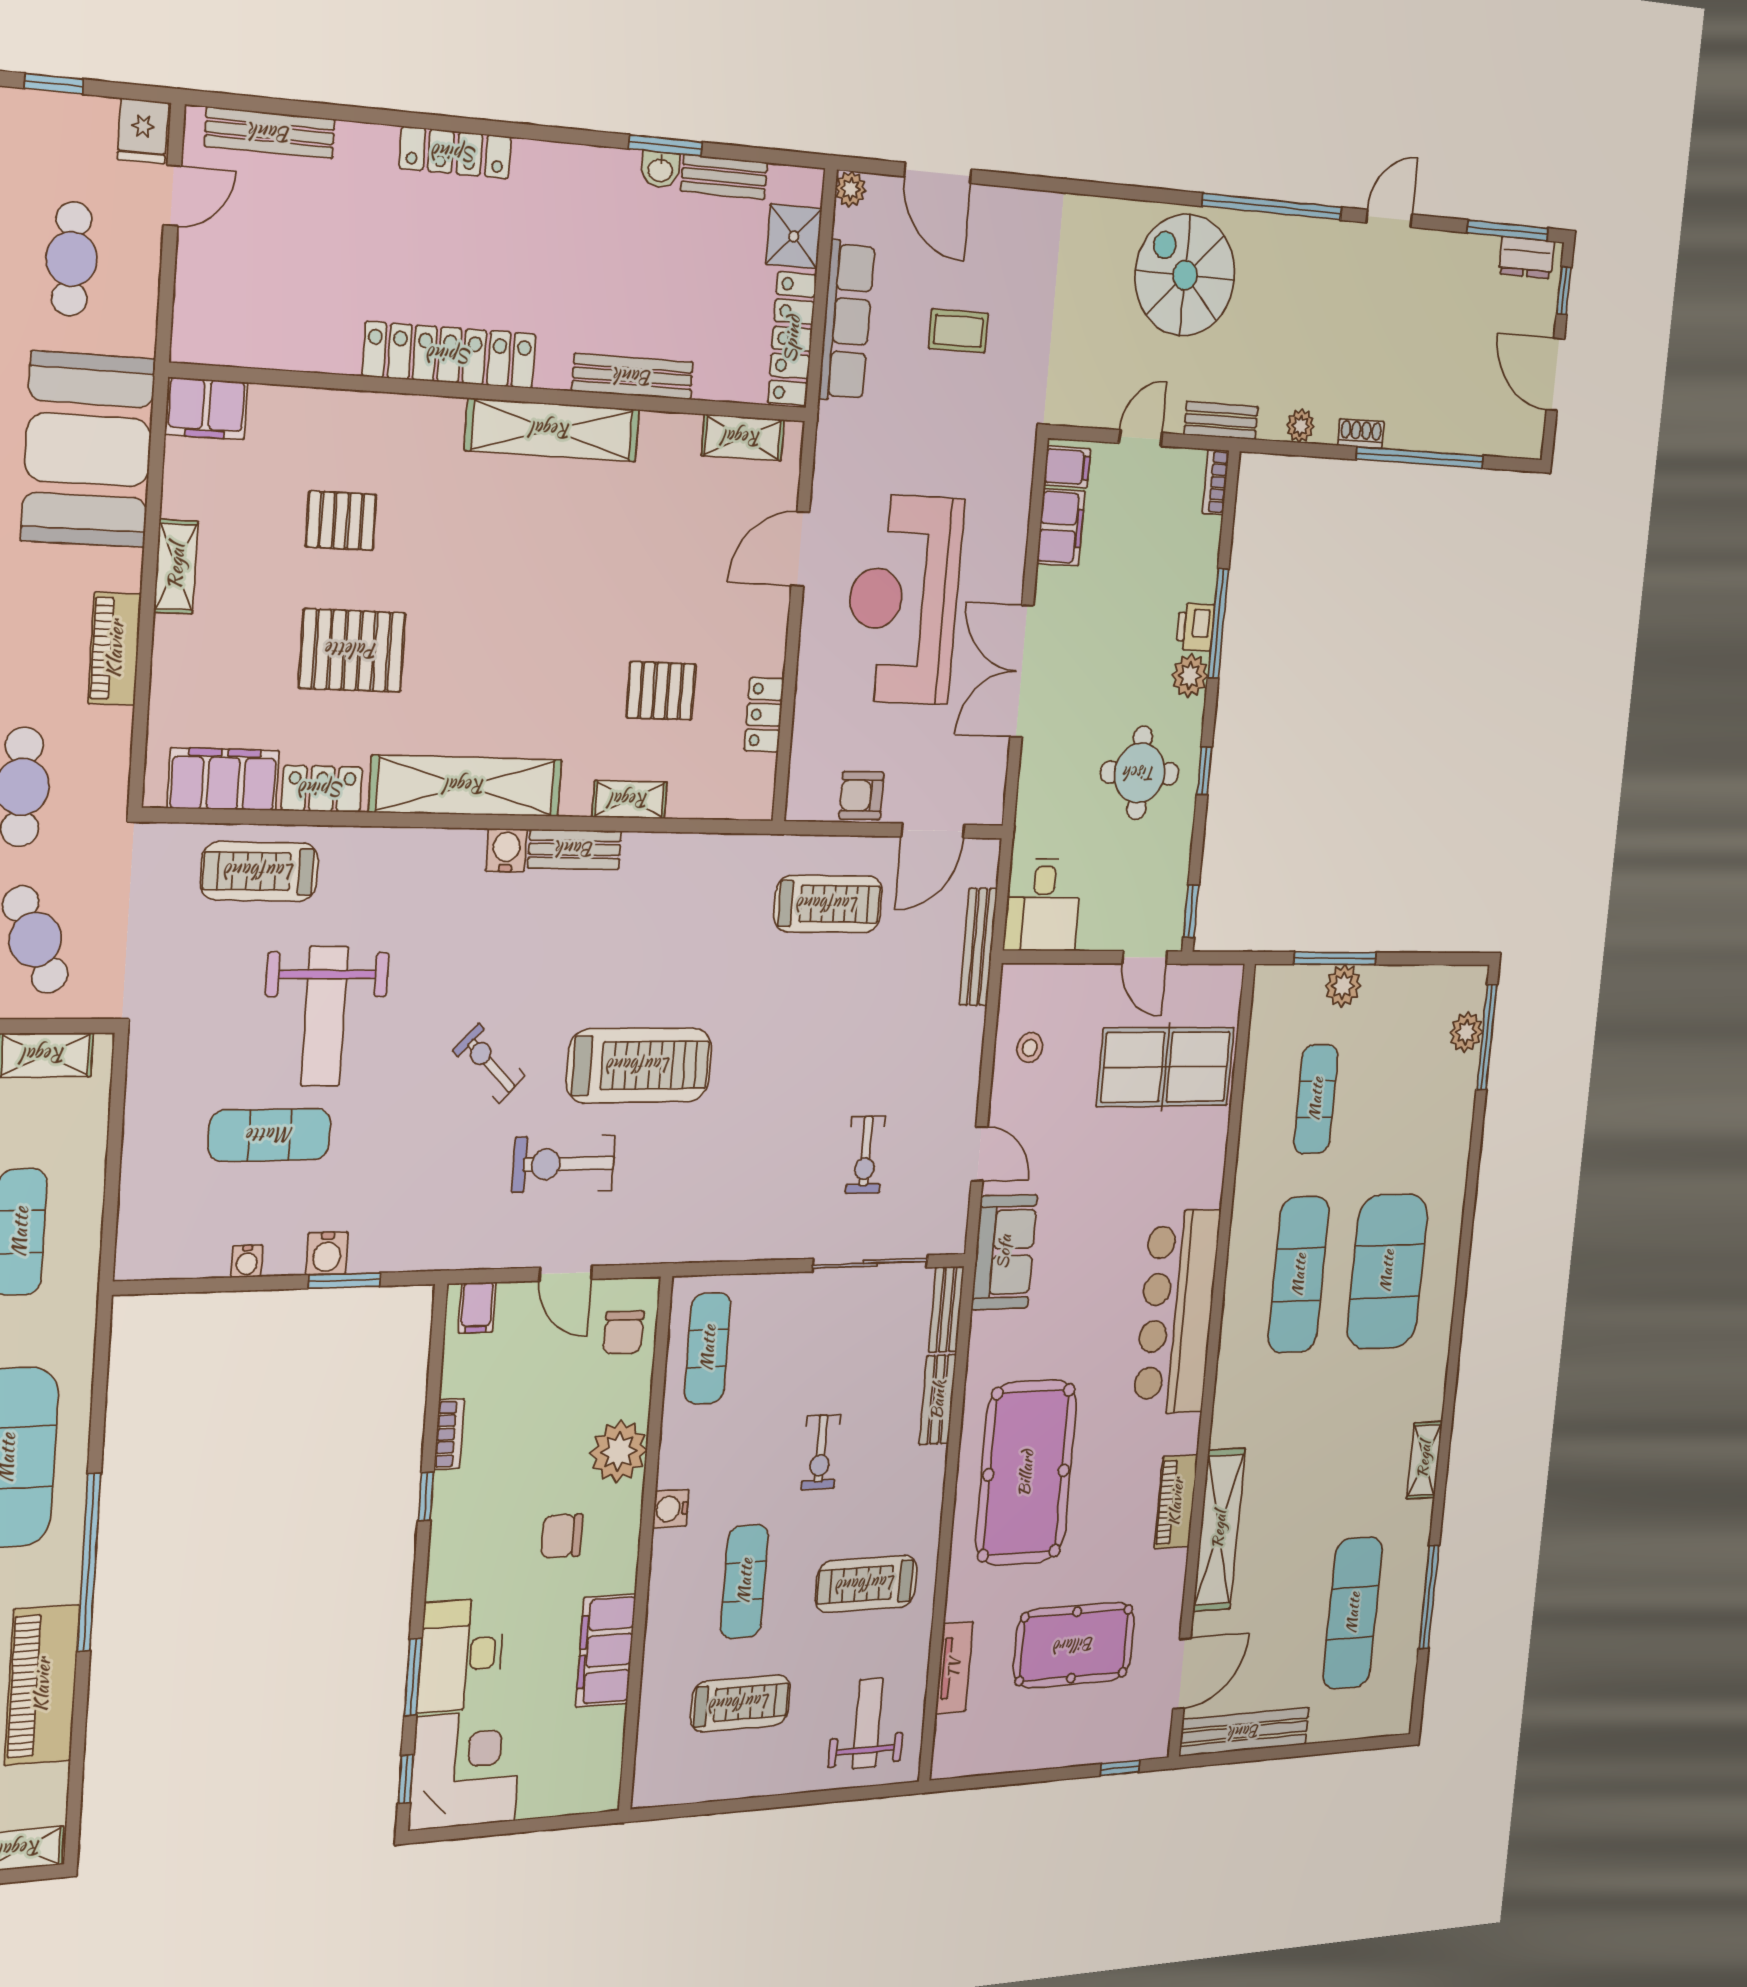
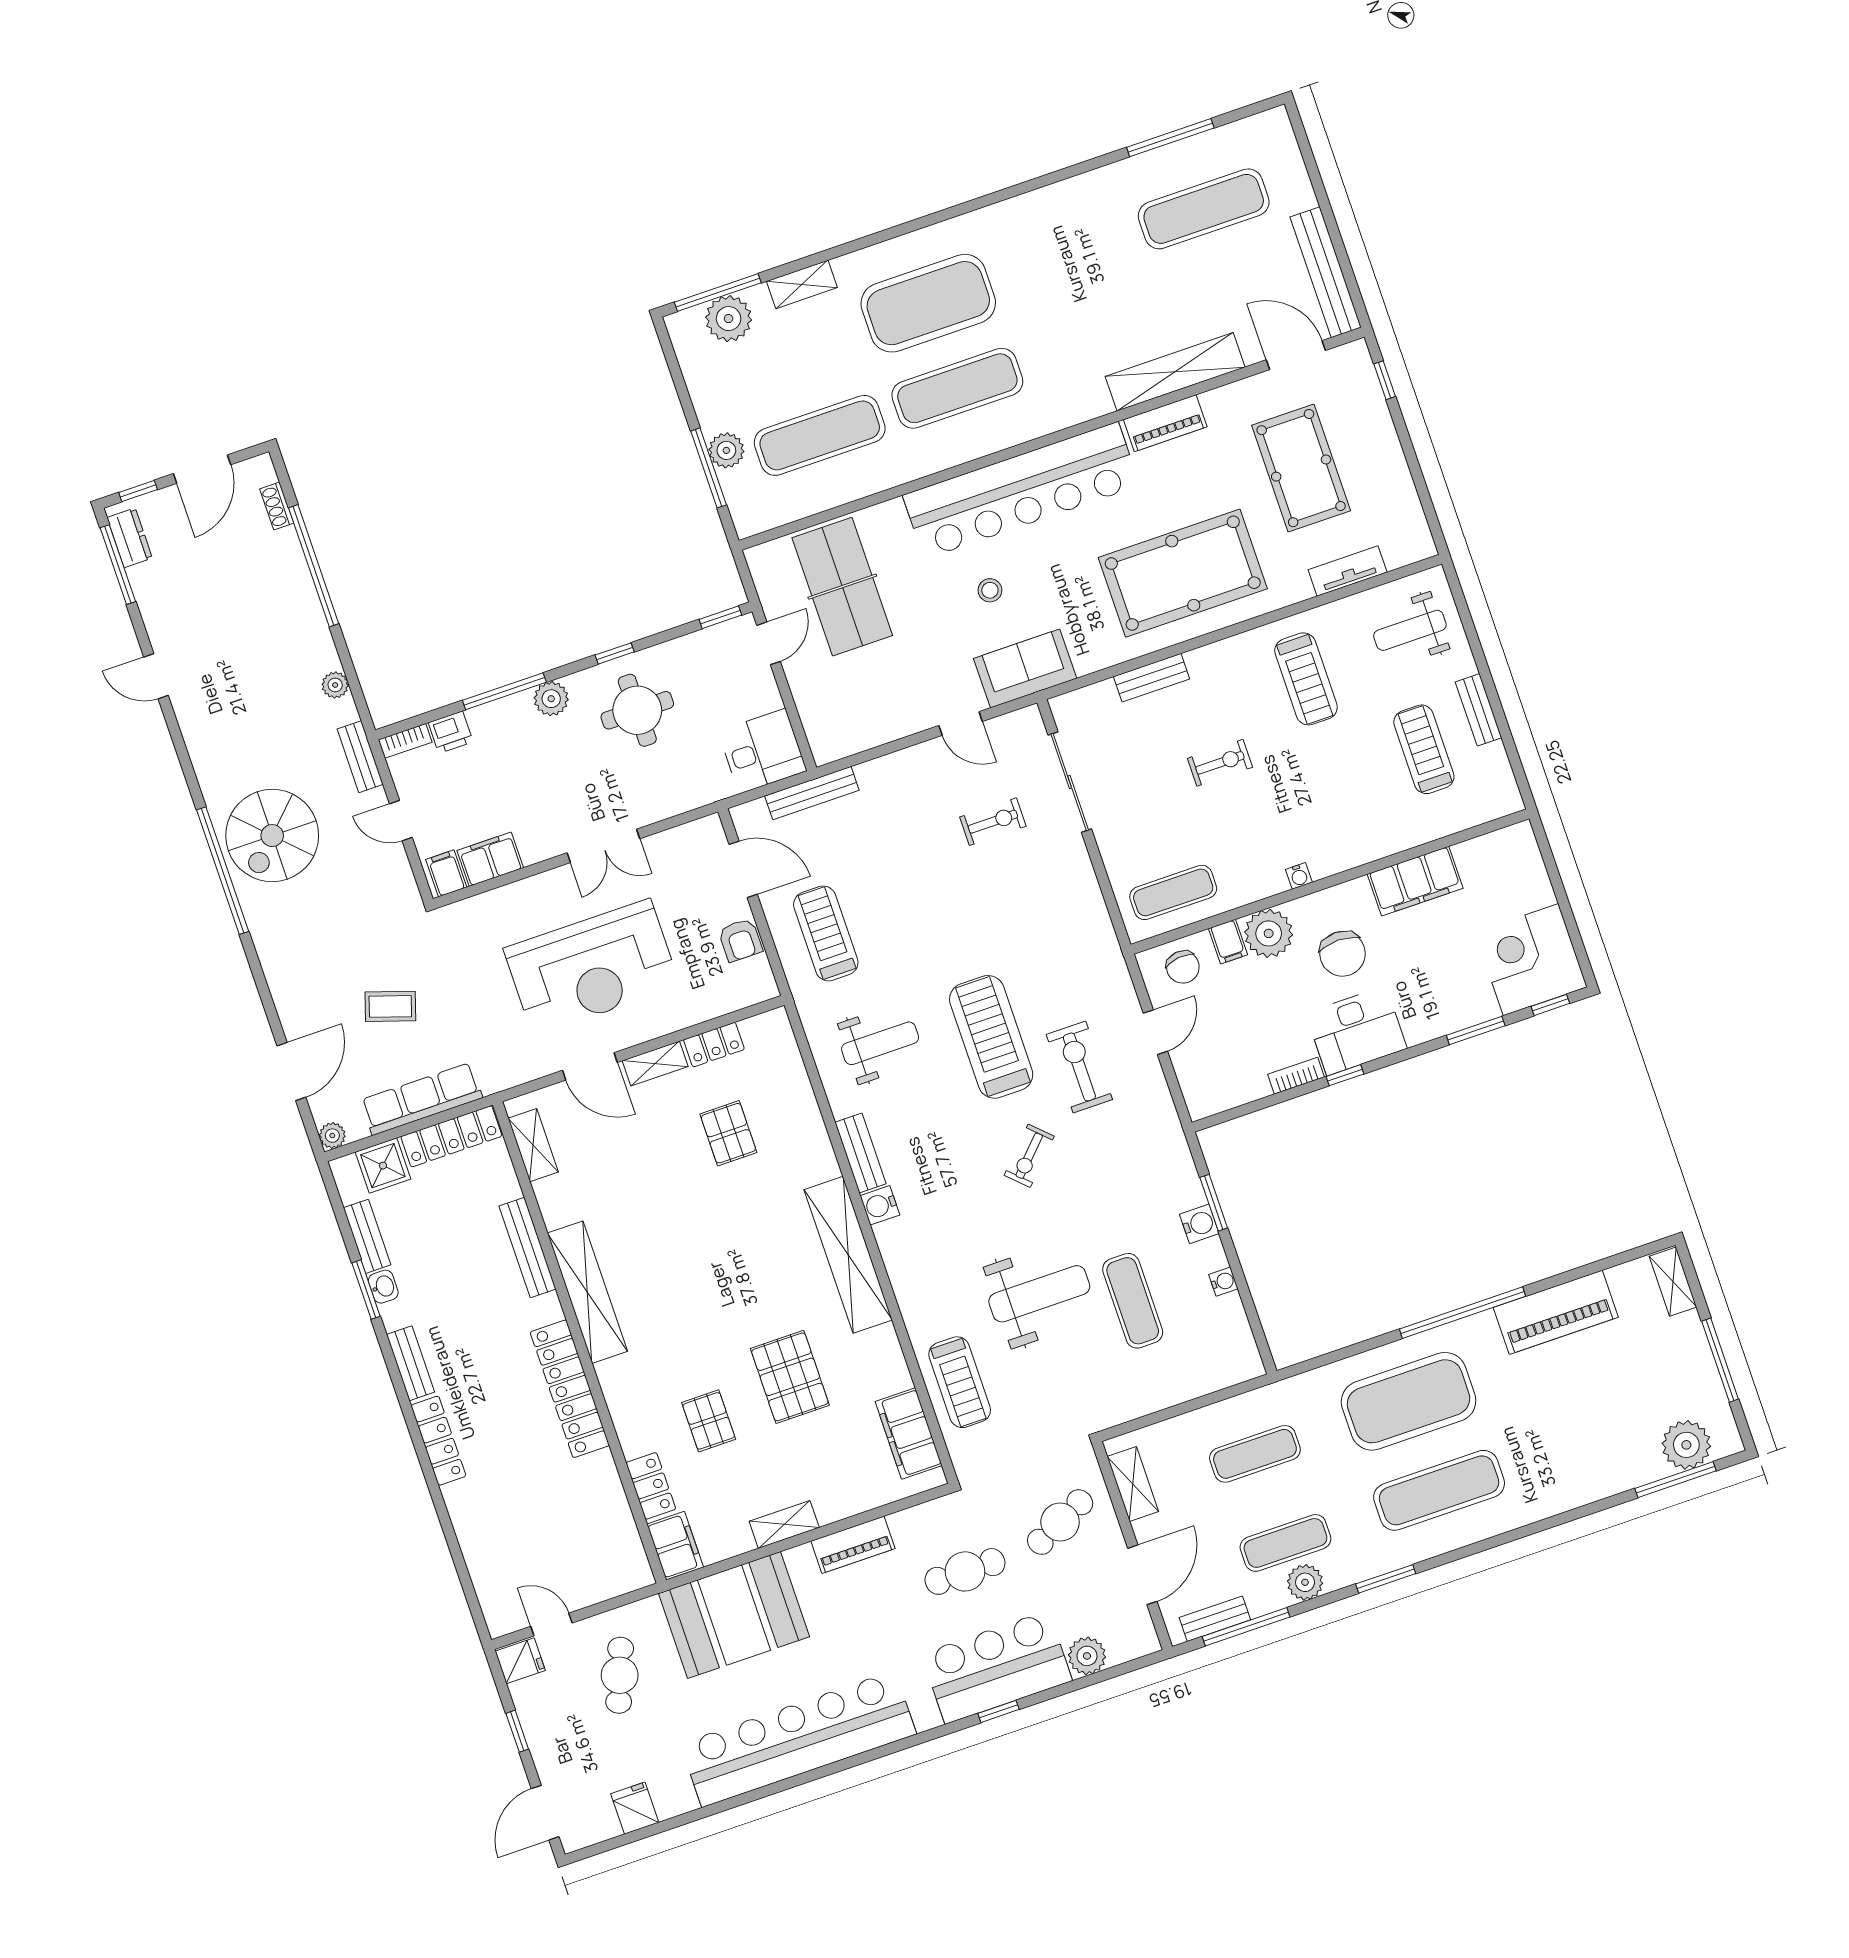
bench: (270, 133) -> (411, 1363), moved, width x0.73
window: (1272, 207) -> (223, 871), moved
cafe table: (72, 259) -> (620, 1675), turned -69
coffee table: (958, 331) -> (390, 1006), turned -72
shoe rack: (1361, 434) -> (277, 506), moved
printer: (1195, 627) -> (451, 732), moved
double door: (1022, 671) -> (603, 846), width x0.73
locker: (322, 789) -> (651, 1486), moved, turned 180
shelving: (630, 800) -> (655, 1064), moved, turned 90
weight bench: (686, 923) -> (880, 1043), added
plant: (1466, 1032) -> (729, 319), width x1.36, depth x1.36
stool: (1030, 1048) -> (990, 590), moved
exercise mat: (1316, 1099) -> (820, 435), width x1.36, depth x1.45
door: (979, 1154) -> (961, 724), swing flipped
exercise bike: (564, 1164) -> (1079, 1067), turned 180
filing cabinet: (477, 1308) -> (1228, 942), moved, turned 90
bench: (946, 1309) -> (1479, 710), moved, turned 90
bar counter: (1177, 1312) -> (1021, 490), width x1.36
chair: (623, 1332) -> (1183, 967), turned 82
shelving: (1424, 1460) -> (802, 284), moved
water cooler: (671, 1509) -> (1299, 876), width x0.72, depth x0.72
chair: (562, 1536) -> (1343, 954), width x1.37, depth x1.37
exercise mat: (745, 1581) -> (1333, 786), removed
desk: (461, 1655) -> (1356, 1031), moved

